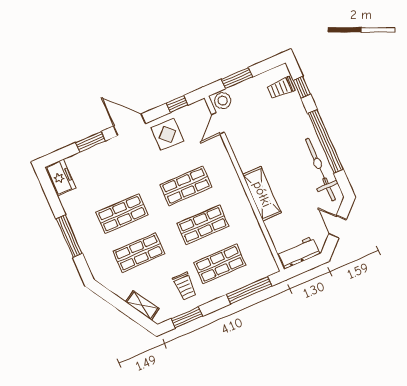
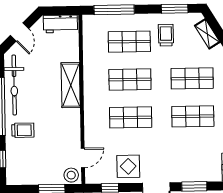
trolley: (281, 88) -> (23, 130), moved

